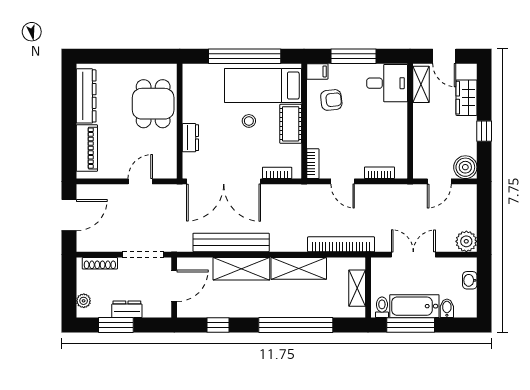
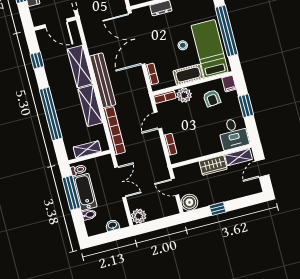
window: (353, 56) -> (246, 106), width x0.69
wardrobe: (467, 98) -> (213, 165), moved, turned 180
plant: (317, 137) -> (184, 95), added
bench: (231, 242) -> (103, 80), moved

